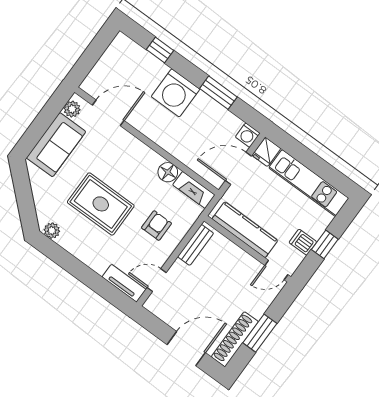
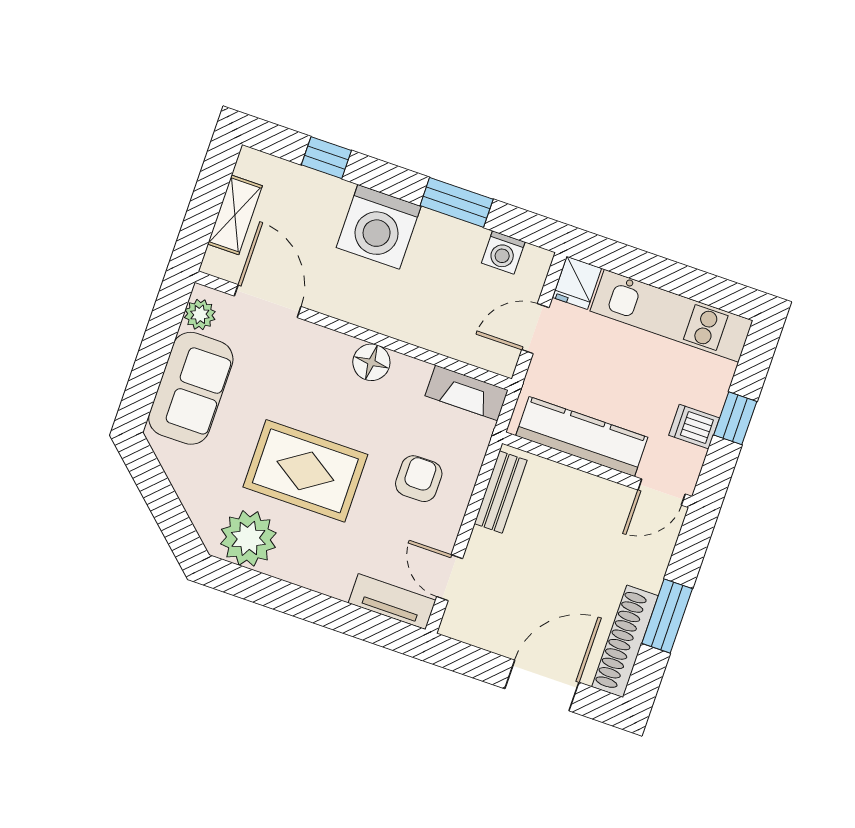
shelving: (105, 64) -> (235, 215), added
door: (108, 113) -> (268, 301), hinge flipped
washing machine: (248, 135) -> (503, 253), moved
door: (238, 168) -> (535, 329), width x0.73
floor lamp: (168, 172) -> (371, 362), moved
plant: (52, 231) -> (248, 538), width x1.88, depth x1.88
door: (157, 280) -> (450, 578), hinge flipped

